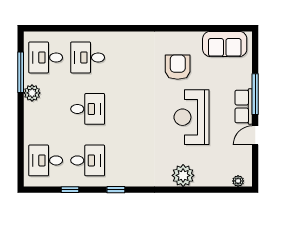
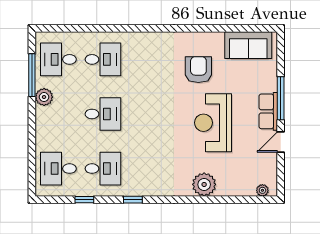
desk: (88, 57) -> (103, 59), turned 180

